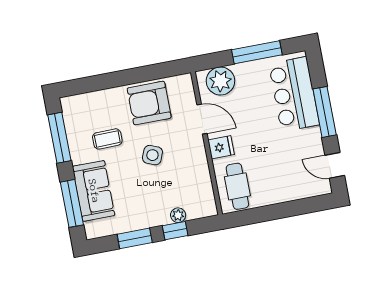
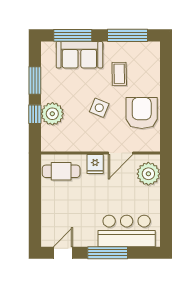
window: (257, 52) -> (166, 208), removed
plant: (178, 215) -> (52, 114), width x1.87, depth x1.87

